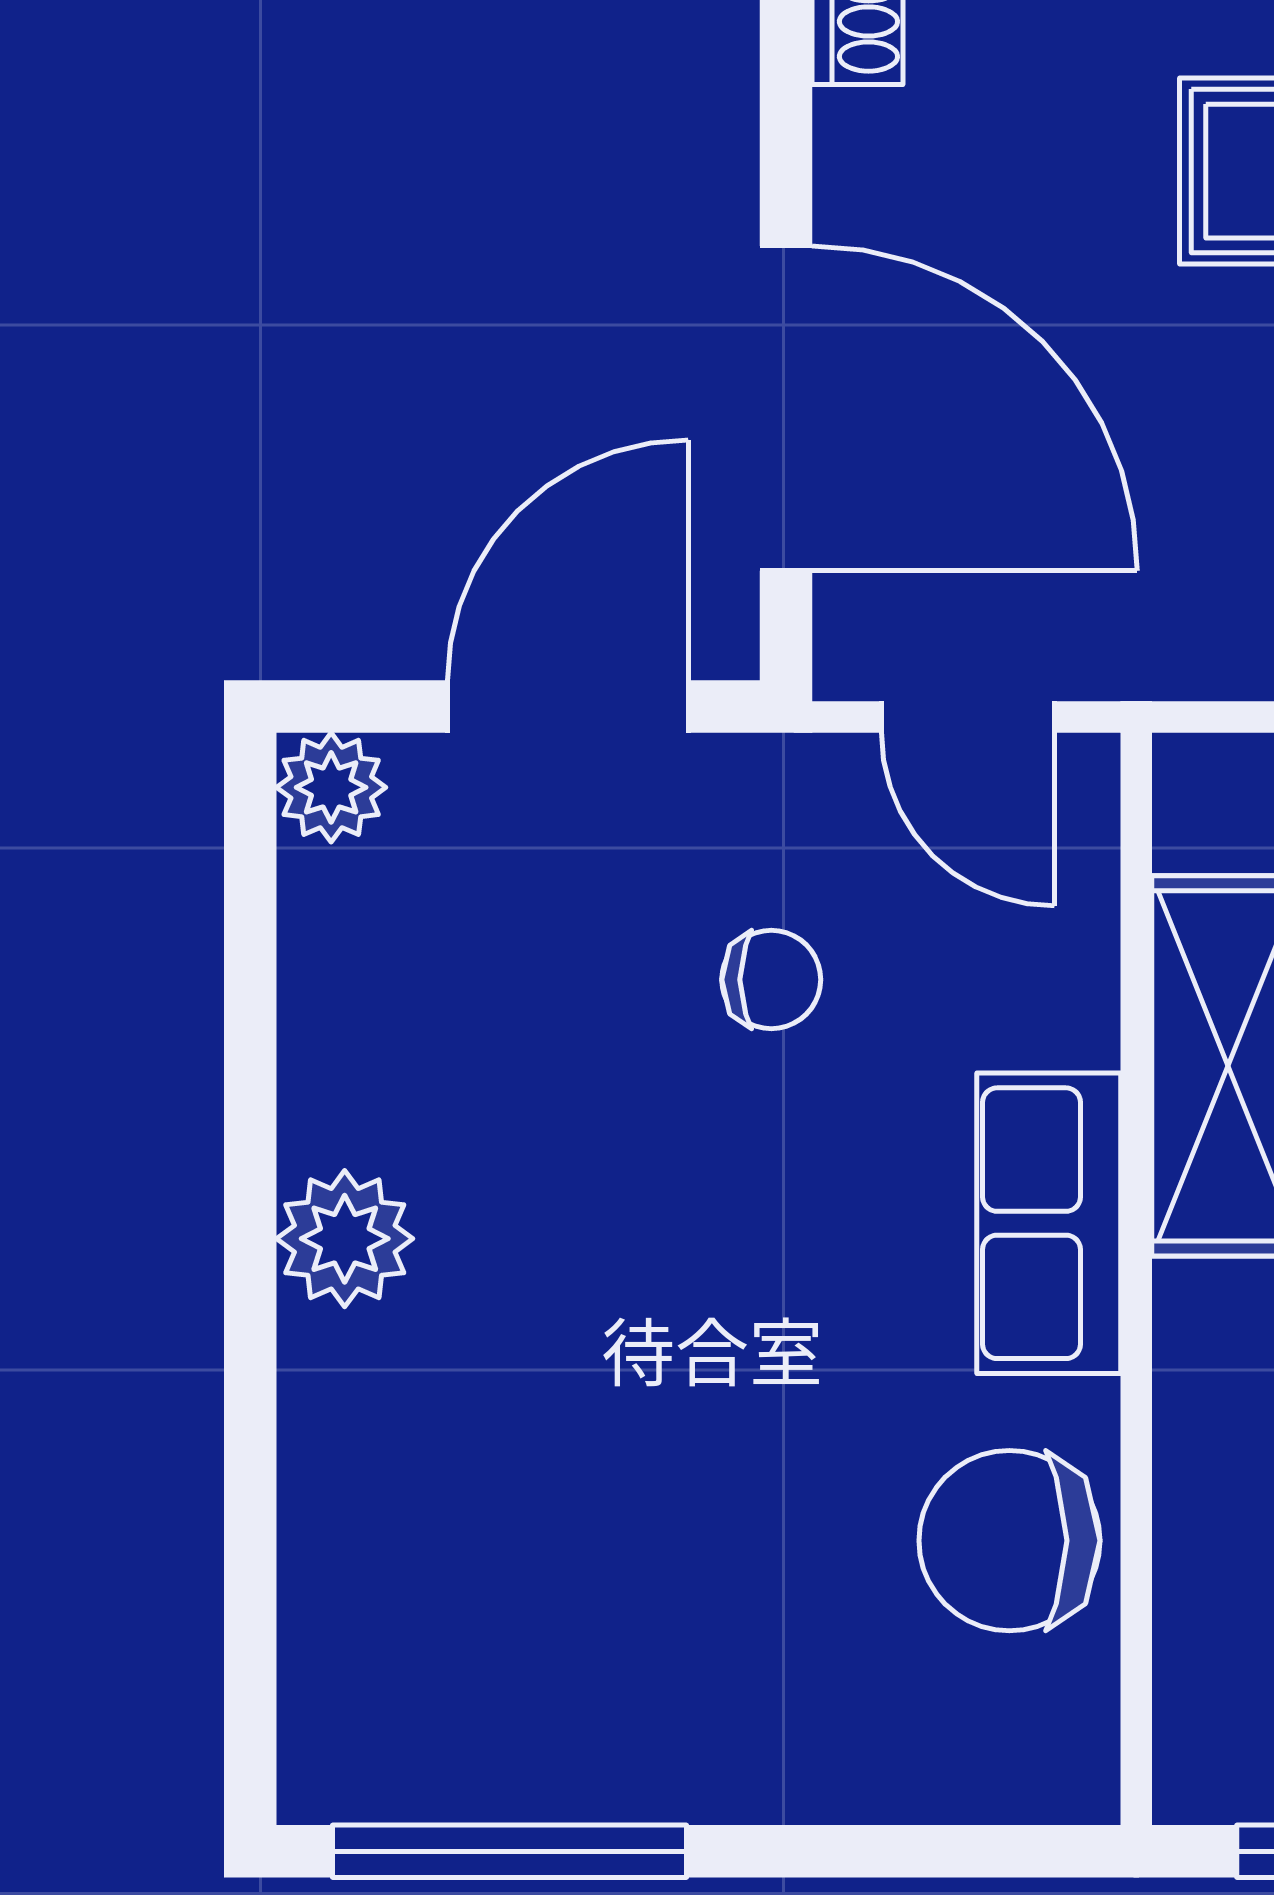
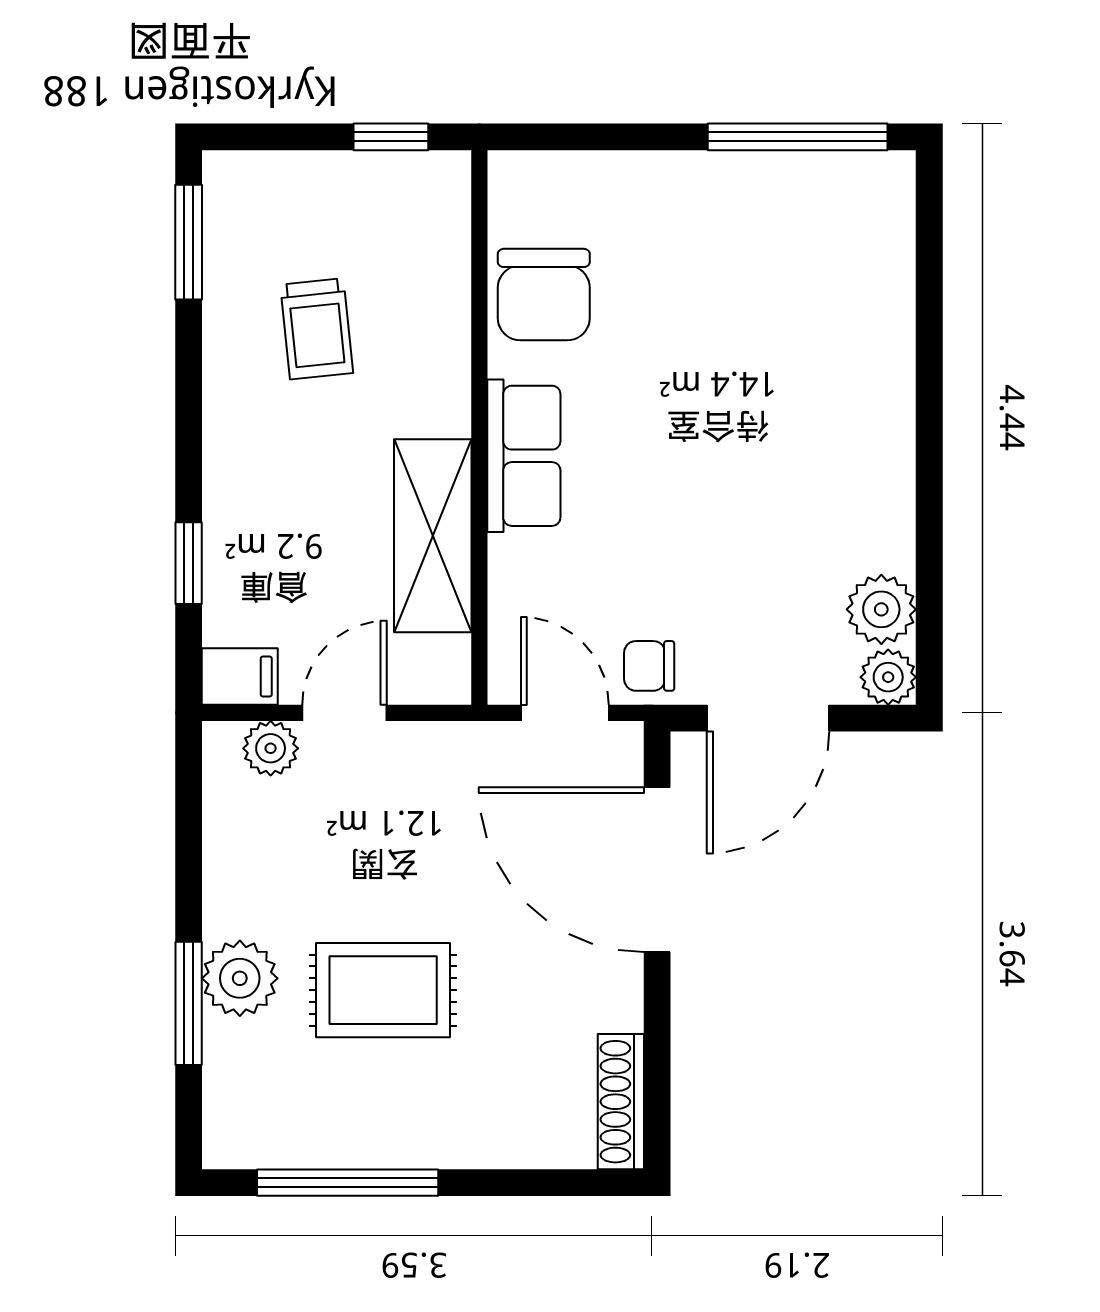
chair: (771, 980) -> (649, 666), moved
plant: (345, 1239) -> (881, 609), moved
chair: (1009, 1541) -> (544, 295), turned 90

